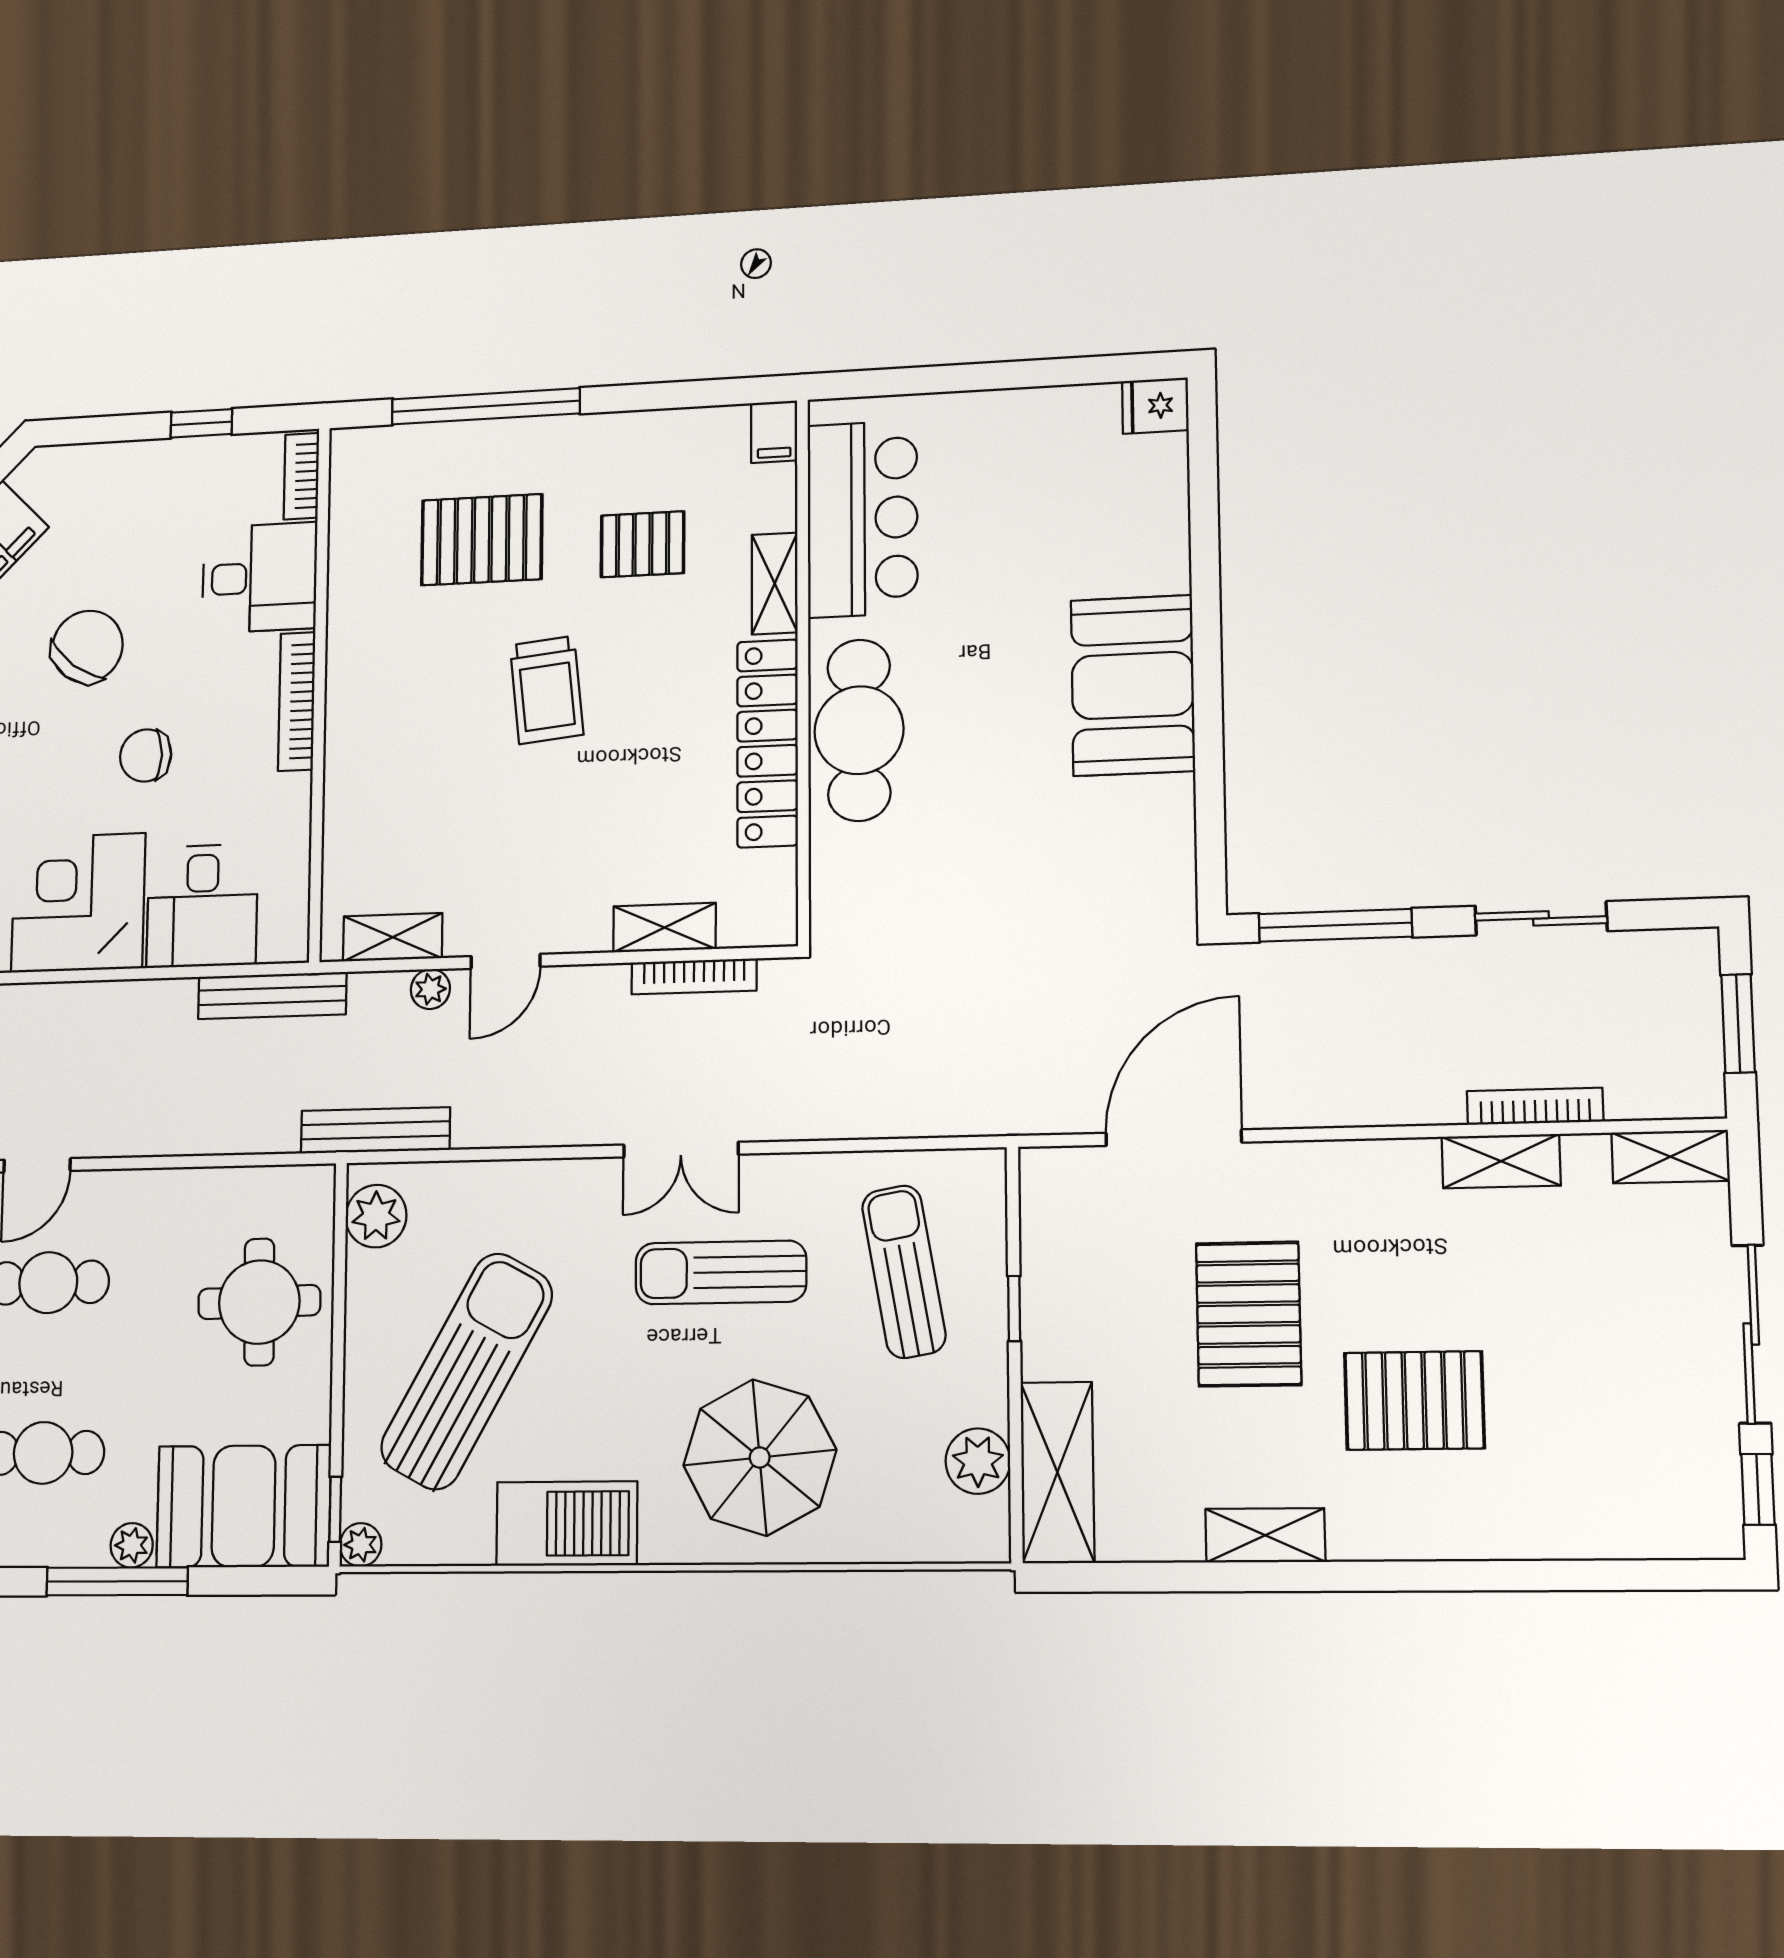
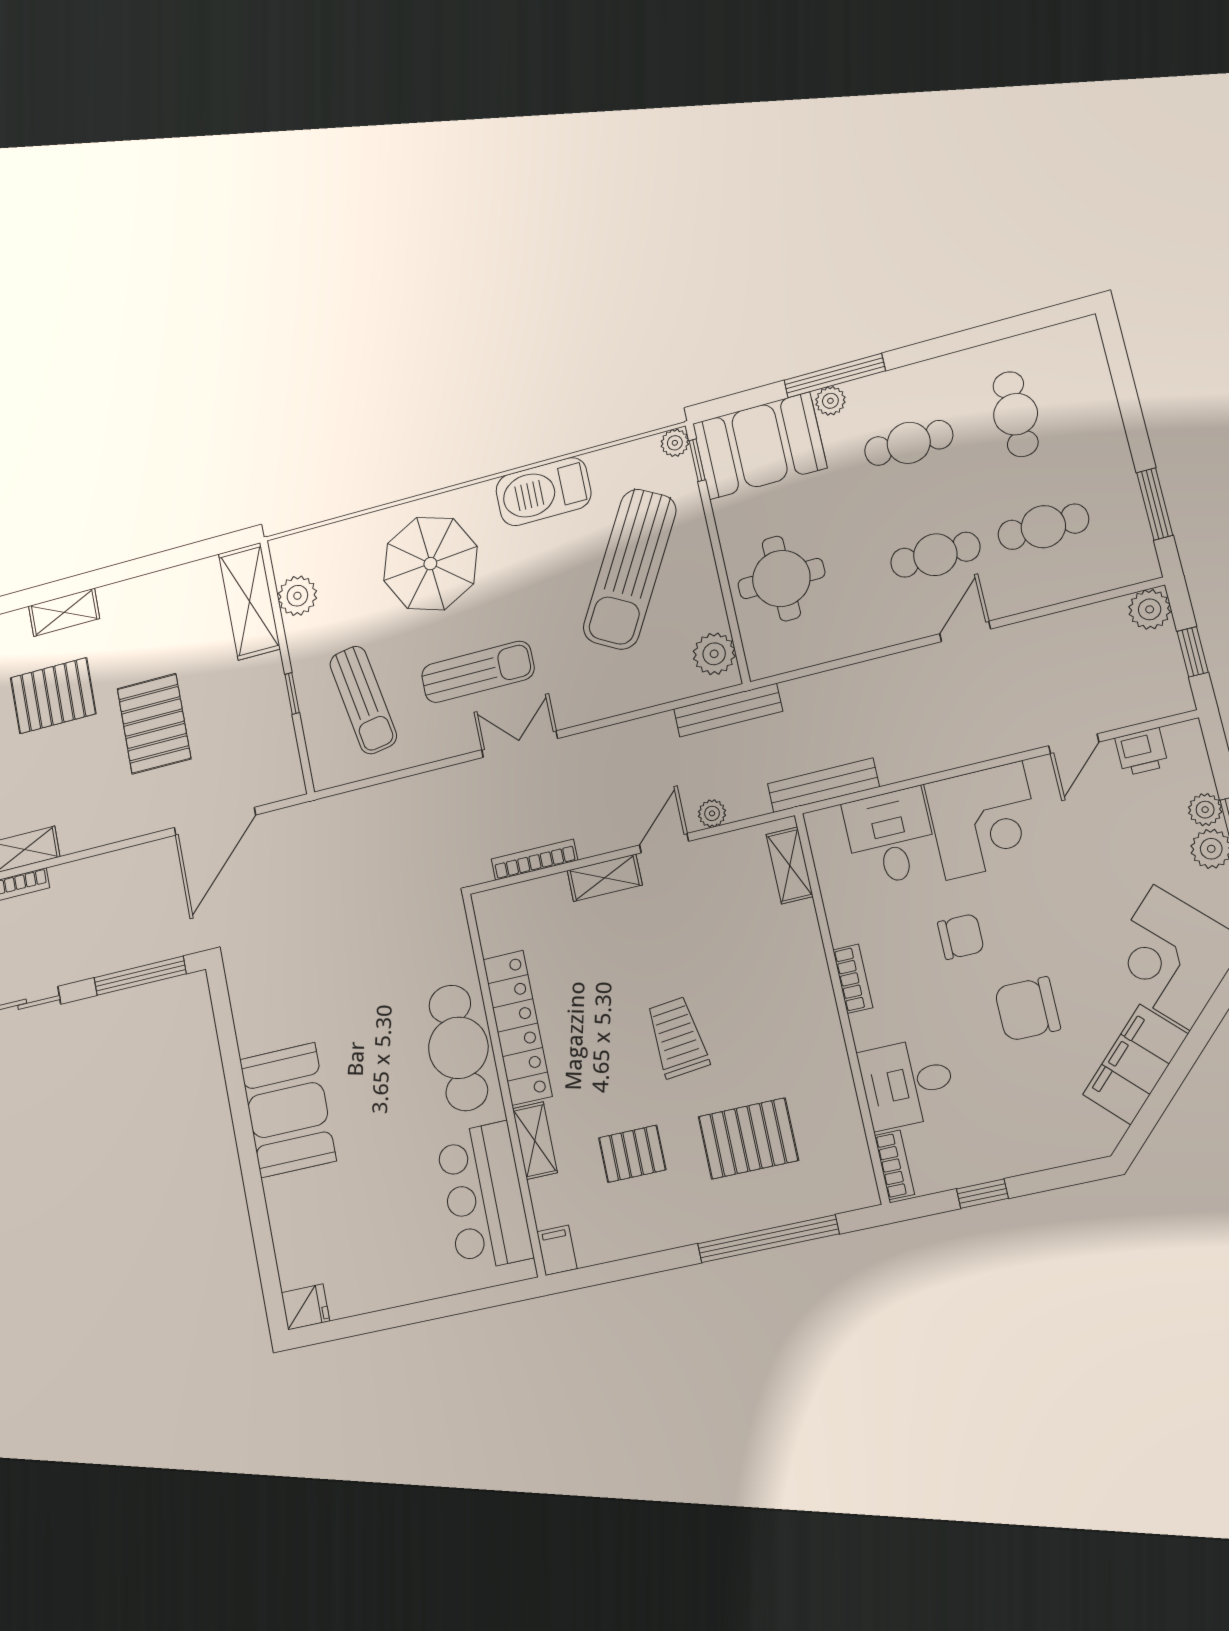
chair: (87, 647) -> (1027, 1009), turned 53
bookcase: (297, 701) -> (853, 979), width x0.64
shelving: (665, 928) -> (605, 878), moved
shelving: (393, 937) -> (790, 865), moved, turned 90
shelving: (1265, 1535) -> (64, 612), moved

